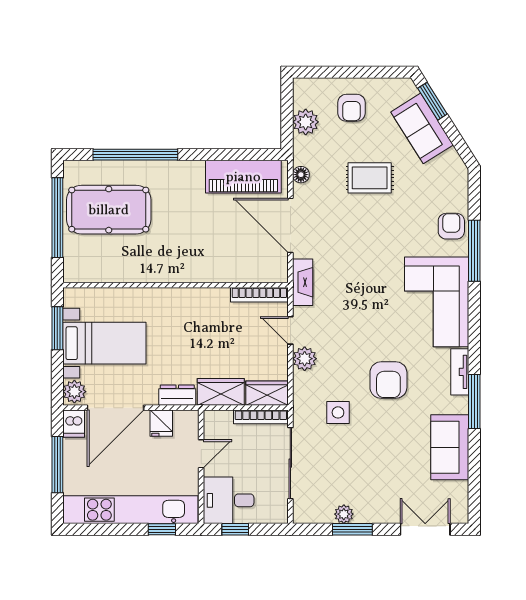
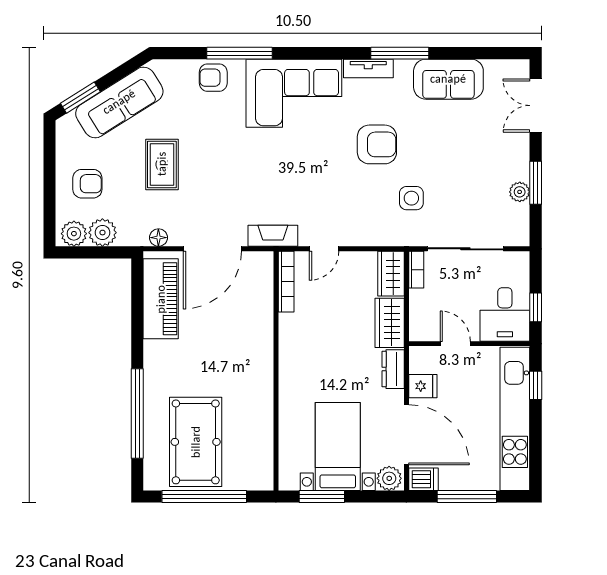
sofa: (422, 128) -> (119, 102), width x1.36
plant: (305, 359) -> (74, 234), moved
bookcase: (261, 417) -> (416, 270), width x0.64

